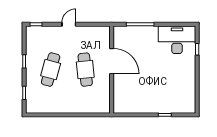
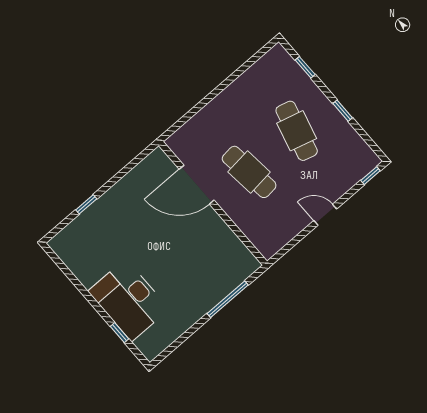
door: (69, 24) -> (325, 215), swing flipped
desk: (177, 40) -> (129, 300), moved, turned 90
door: (112, 61) -> (197, 185), moved

